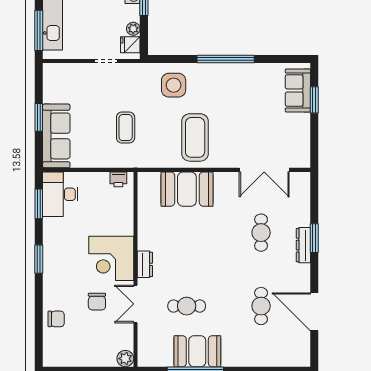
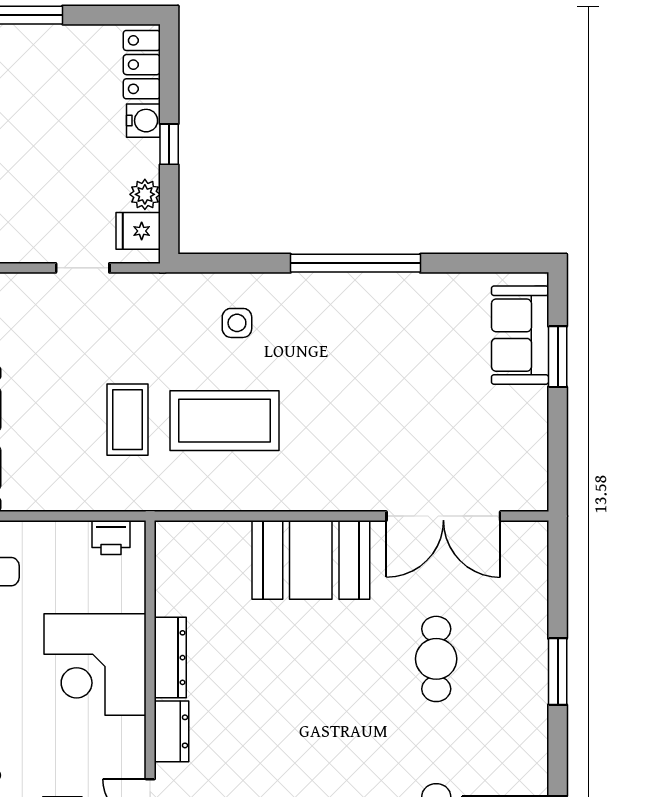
side table: (174, 85) -> (237, 323), width x0.54, depth x0.54
coffee table: (195, 137) -> (225, 421), moved, turned 90
booth: (187, 189) -> (311, 560), moved
dresser: (303, 245) -> (170, 658), moved, turned 180
corner desk: (111, 258) -> (95, 665), moved

